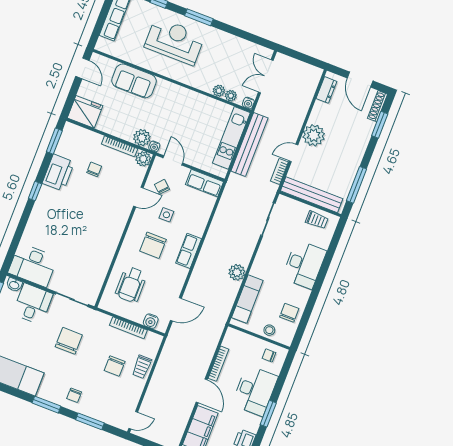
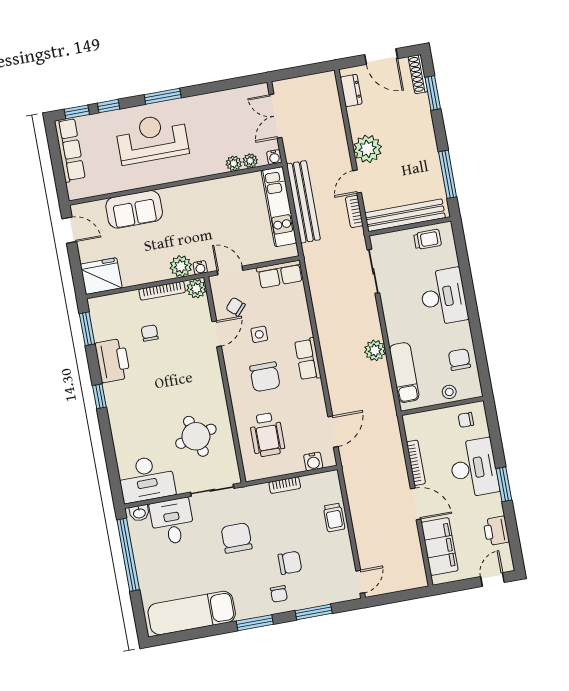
round table: (83, 257) -> (196, 436), added
bookcase: (128, 328) -> (285, 485), width x0.64
chair: (115, 366) -> (290, 563), moved, turned -90

